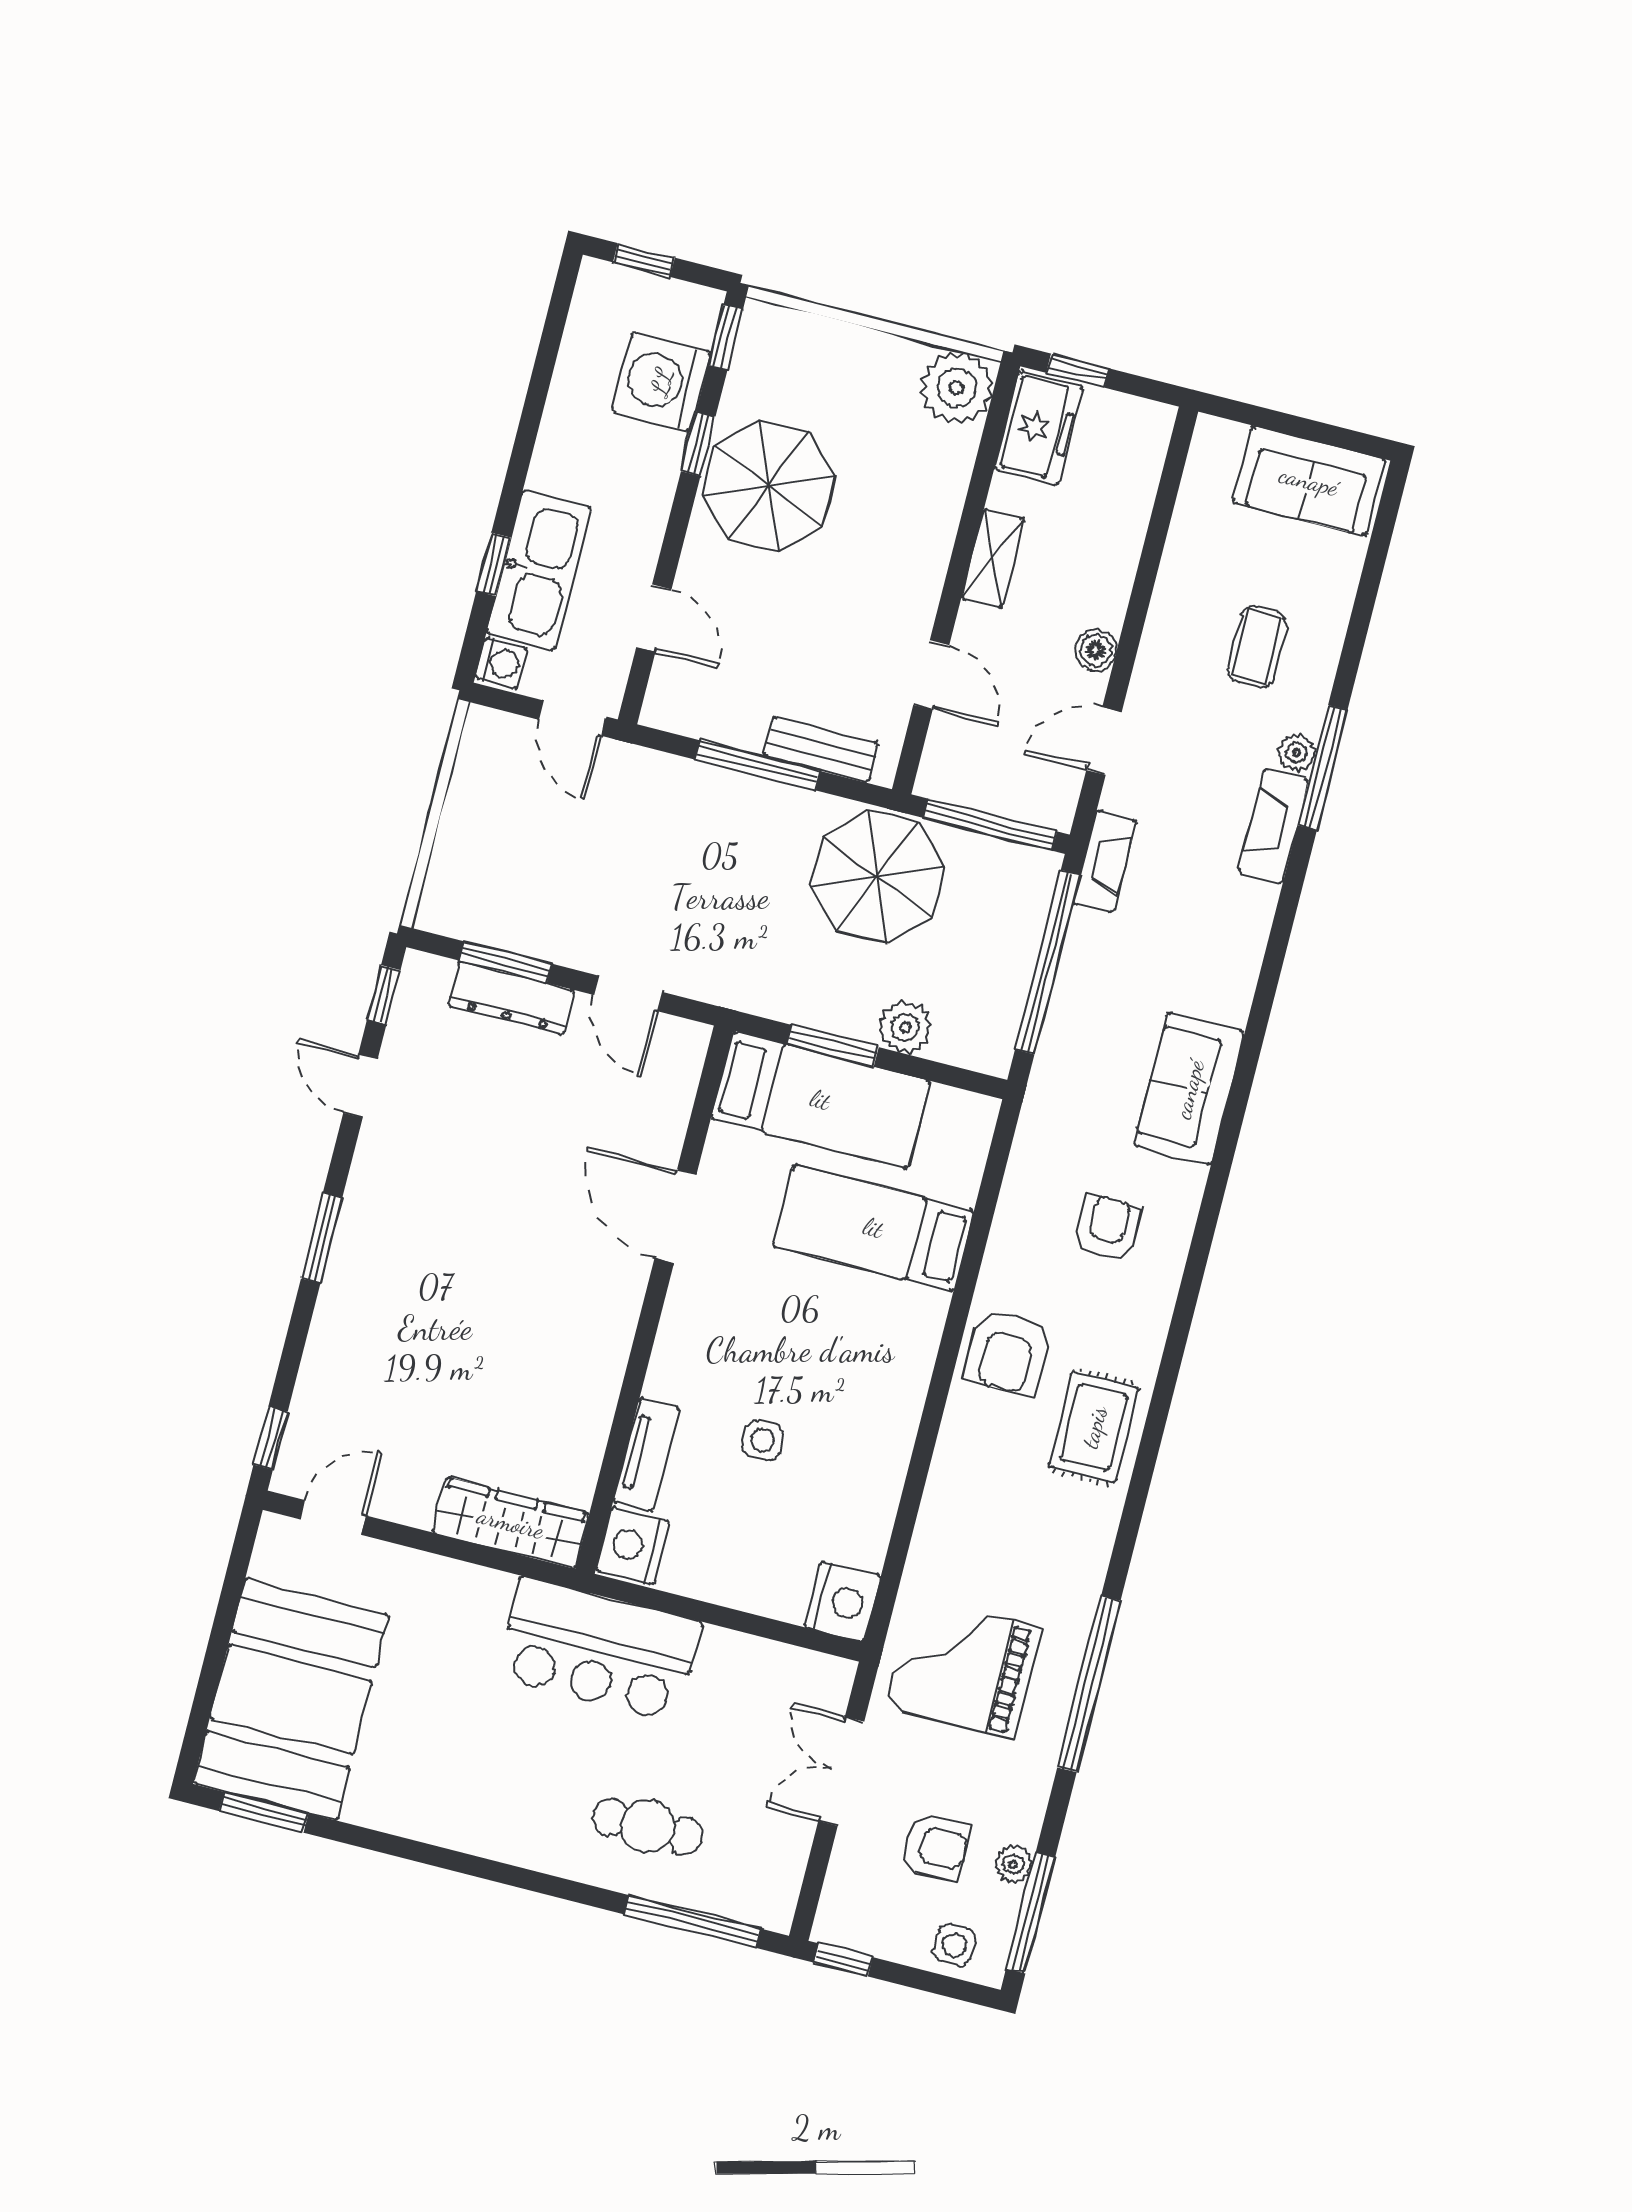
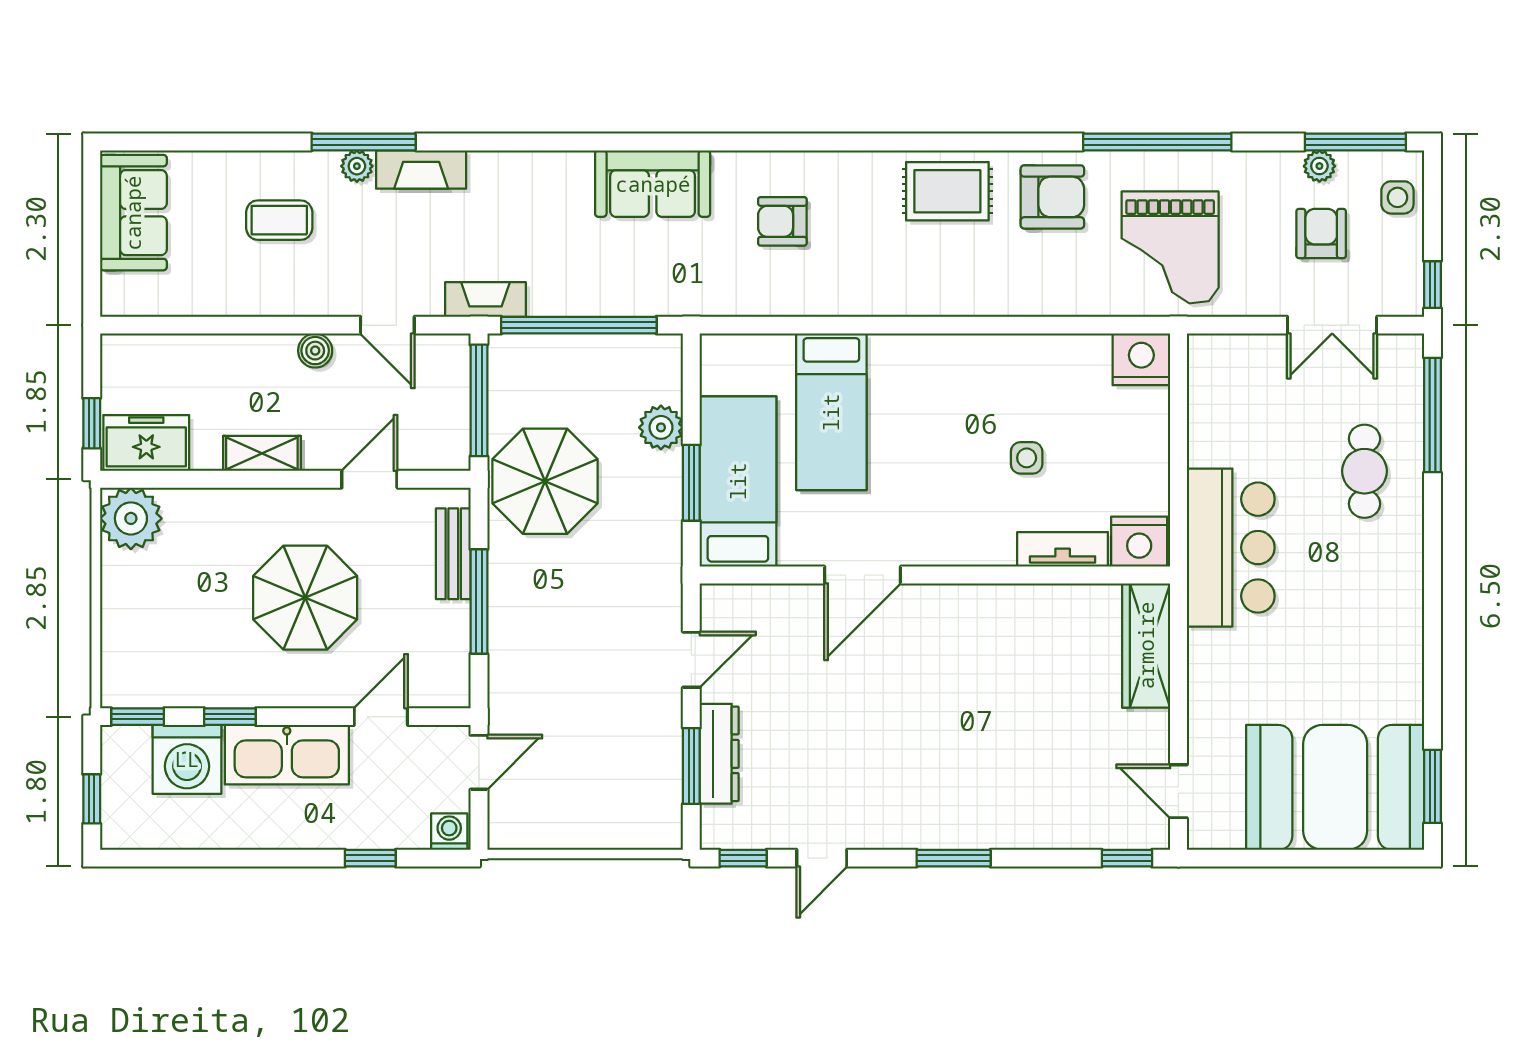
parasol: (769, 486) -> (305, 598), moved
kitchen sink: (539, 570) -> (287, 755), moved, turned 180
armchair: (1008, 1352) -> (1052, 197), moved
double door: (841, 1771) -> (1332, 325), moved

